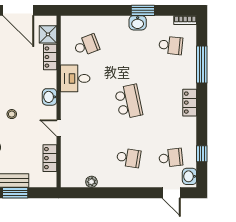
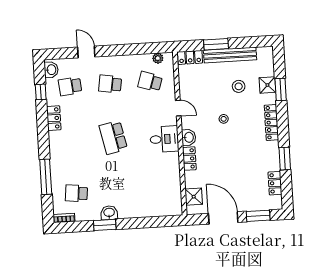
school desk: (86, 45) -> (150, 82), moved, turned 39
locker: (50, 57) -> (189, 159), moved
desk: (75, 78) -> (164, 139), moved
locker: (190, 103) -> (54, 118), moved
locker: (50, 158) -> (190, 57), moved, turned 90
plant: (91, 182) -> (158, 58), moved
door: (171, 193) -> (86, 52), moved

